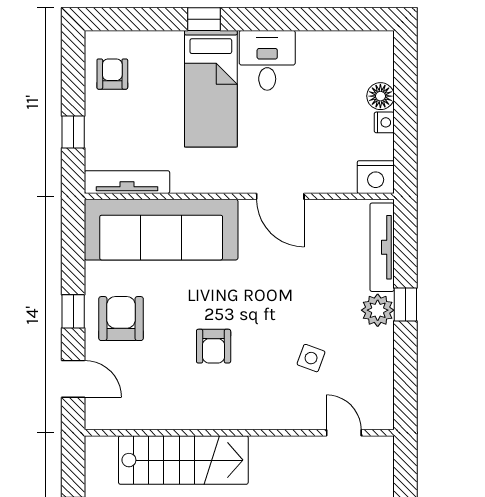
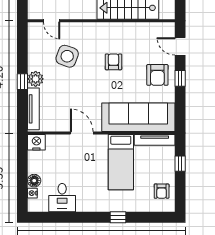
desk: (267, 60) -> (62, 198), moved
bed: (211, 89) -> (121, 162), moved, turned 180
nightstand: (384, 122) -> (32, 193), moved
side table: (311, 358) -> (67, 56), width x1.87, depth x1.87

